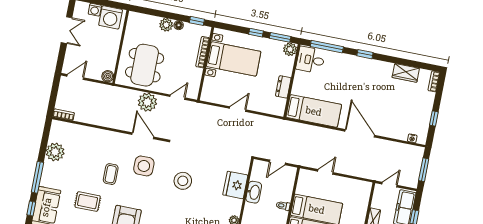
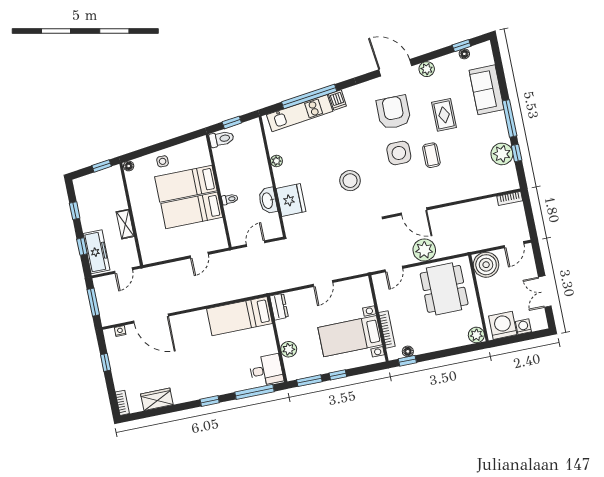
plant: (166, 25) -> (476, 335), moved
floor lamp: (179, 25) -> (408, 351), moved
plant: (290, 49) -> (289, 349), moved
boiler: (108, 76) -> (486, 265), width x1.86, depth x1.86
dresser: (283, 87) -> (279, 307), moved
door: (360, 133) -> (151, 318), moved
side table: (144, 166) -> (399, 153), moved
rug: (88, 202) -> (444, 115), turned 90
window: (31, 209) -> (517, 153), moved

